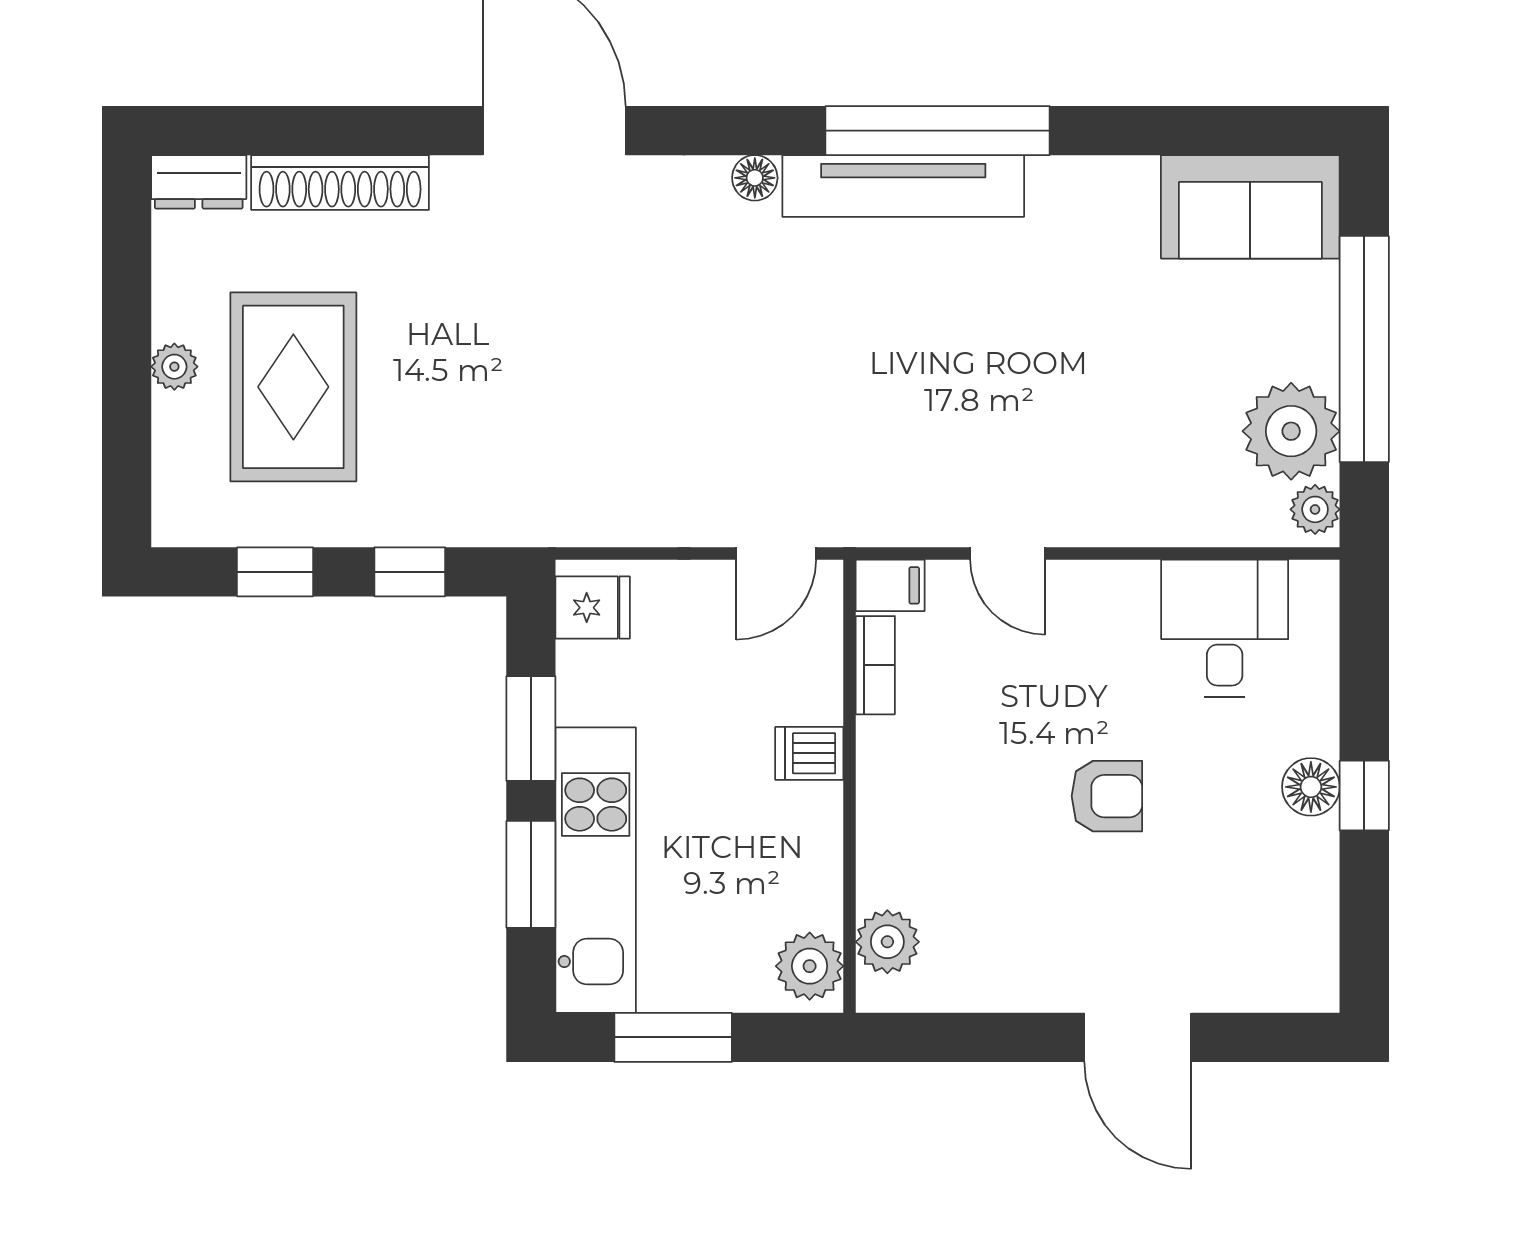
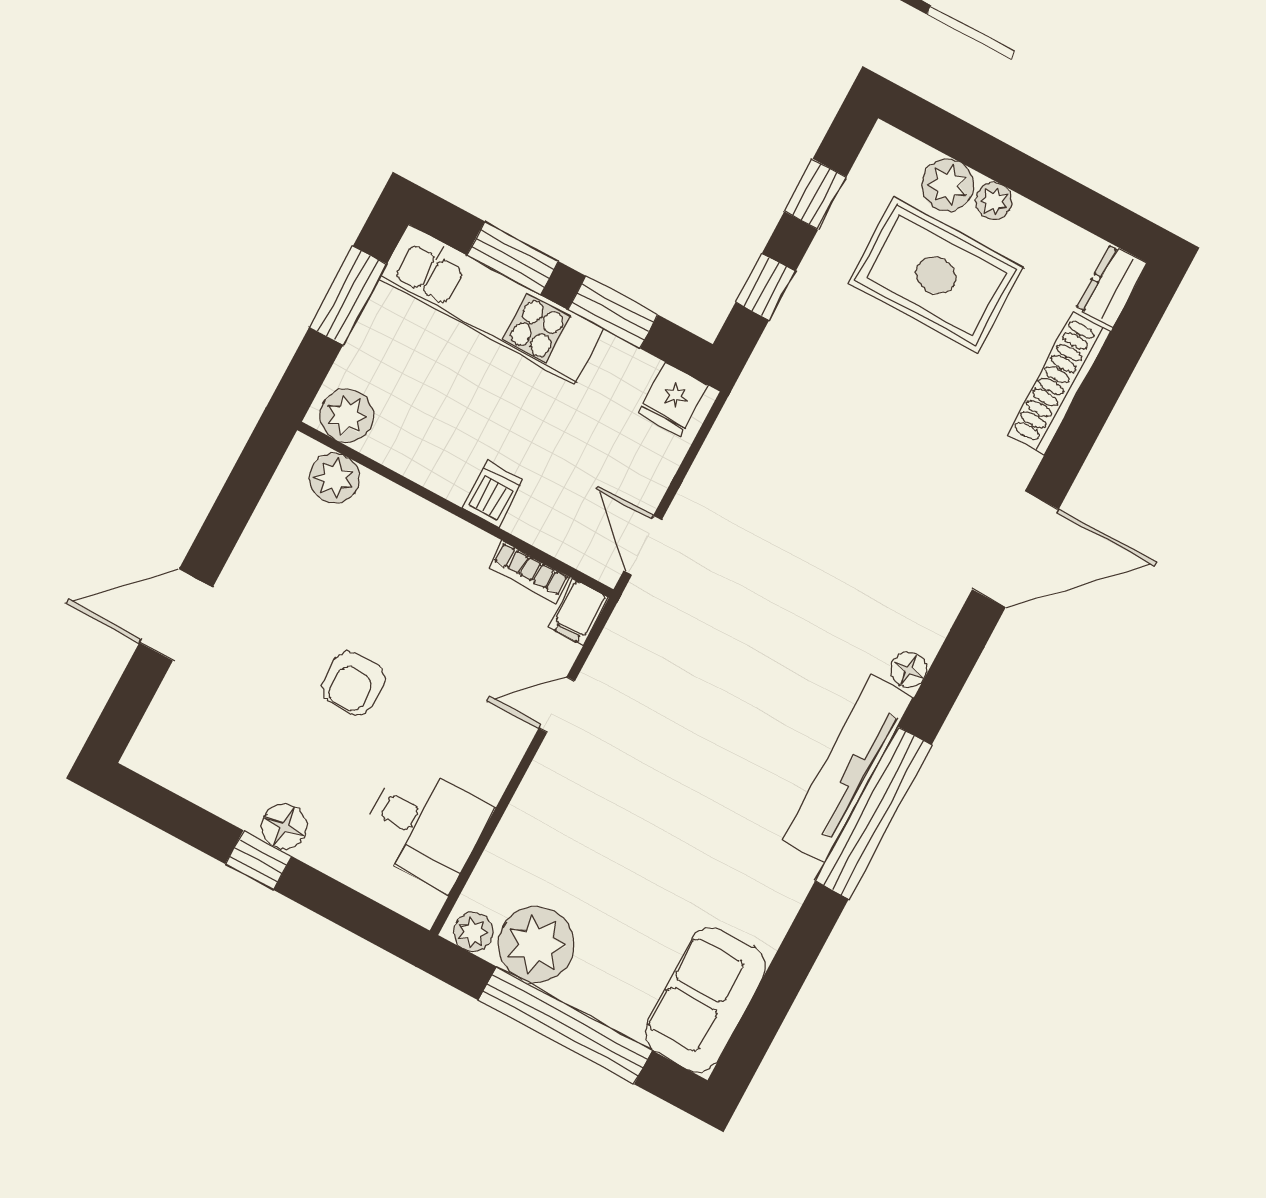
plant: (184, 428) -> (948, 185), added

